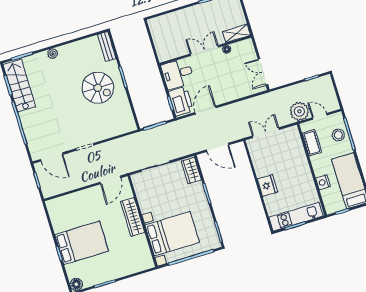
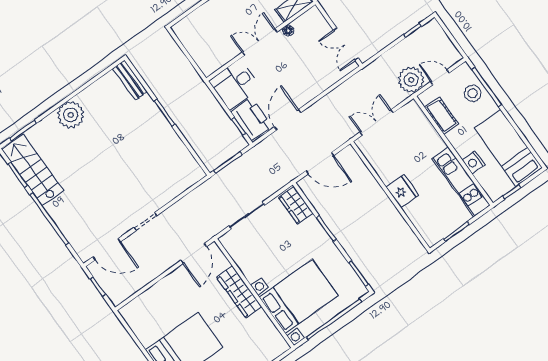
plant: (53, 54) -> (71, 115), width x1.87, depth x1.87
spiral stairs: (98, 88) -> (136, 138), removed
kitchen unit: (296, 217) -> (461, 182), moved, turned -90

